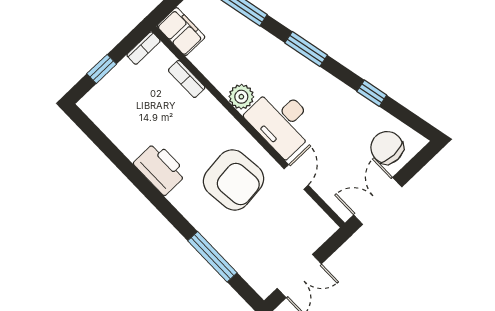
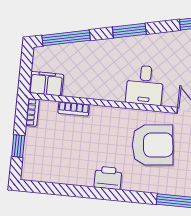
plant: (241, 97) -> (115, 92), removed
desk: (282, 121) -> (145, 85), width x0.73
printer: (160, 168) -> (108, 178), width x0.73, depth x0.84

